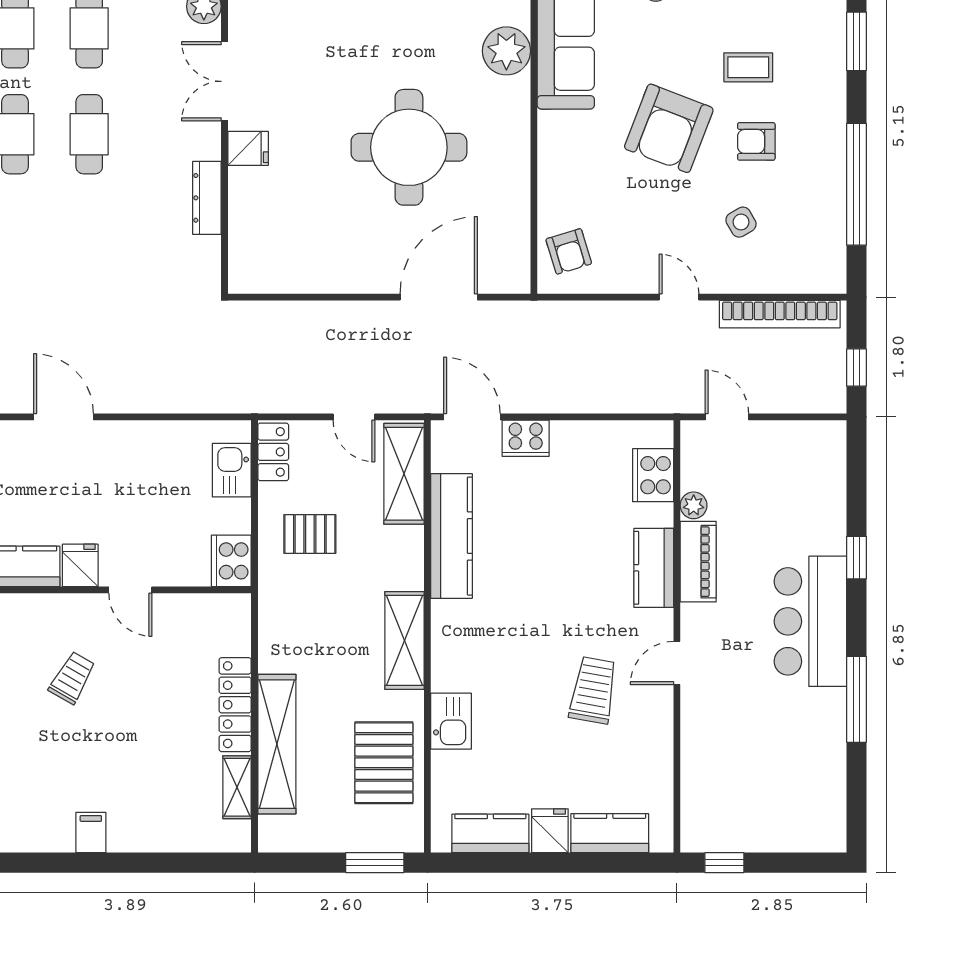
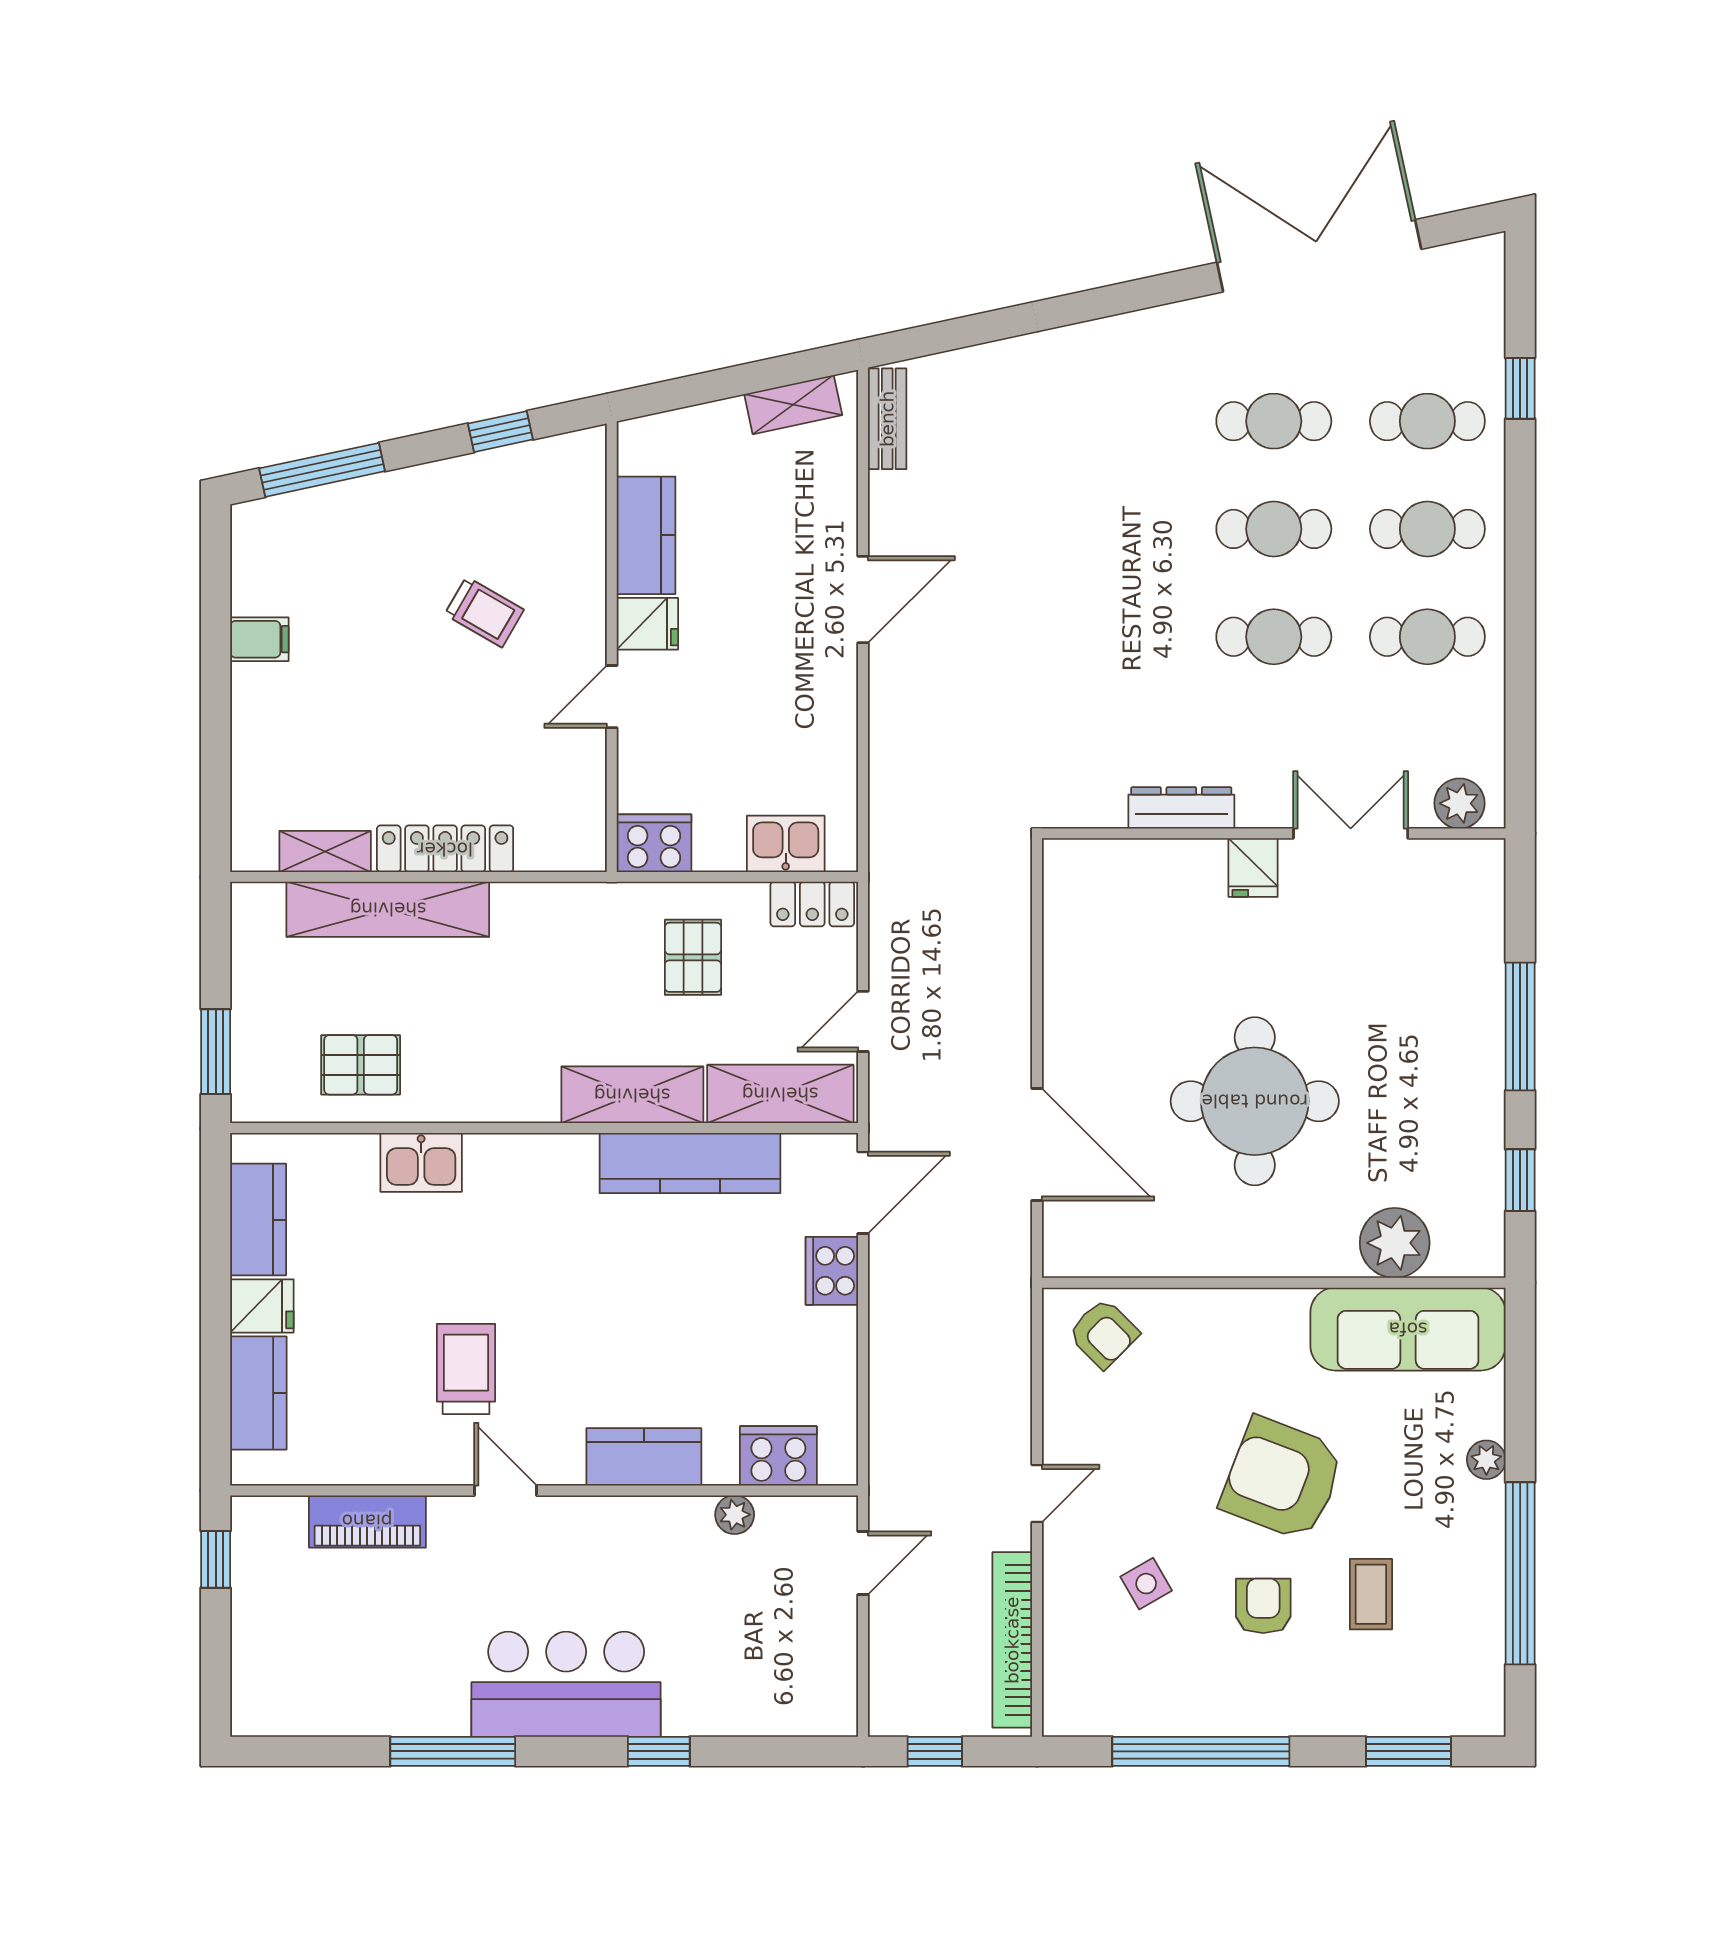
armchair: (569, 251) -> (1104, 1333), turned -118
piano: (698, 562) -> (367, 1521), moved
shelving: (405, 640) -> (632, 1095), moved
trolley: (593, 690) -> (466, 1369), turned -100
pallet: (384, 763) -> (361, 1065), width x0.67, depth x0.71

